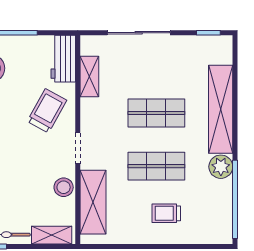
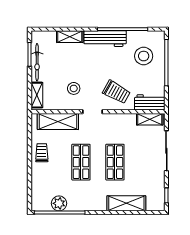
shelving: (89, 77) -> (150, 119), moved
shelving: (221, 109) -> (126, 203), width x0.68
plant: (221, 167) -> (59, 203), moved
stool: (64, 187) -> (74, 88), moved
trolley: (166, 213) -> (42, 153), moved

